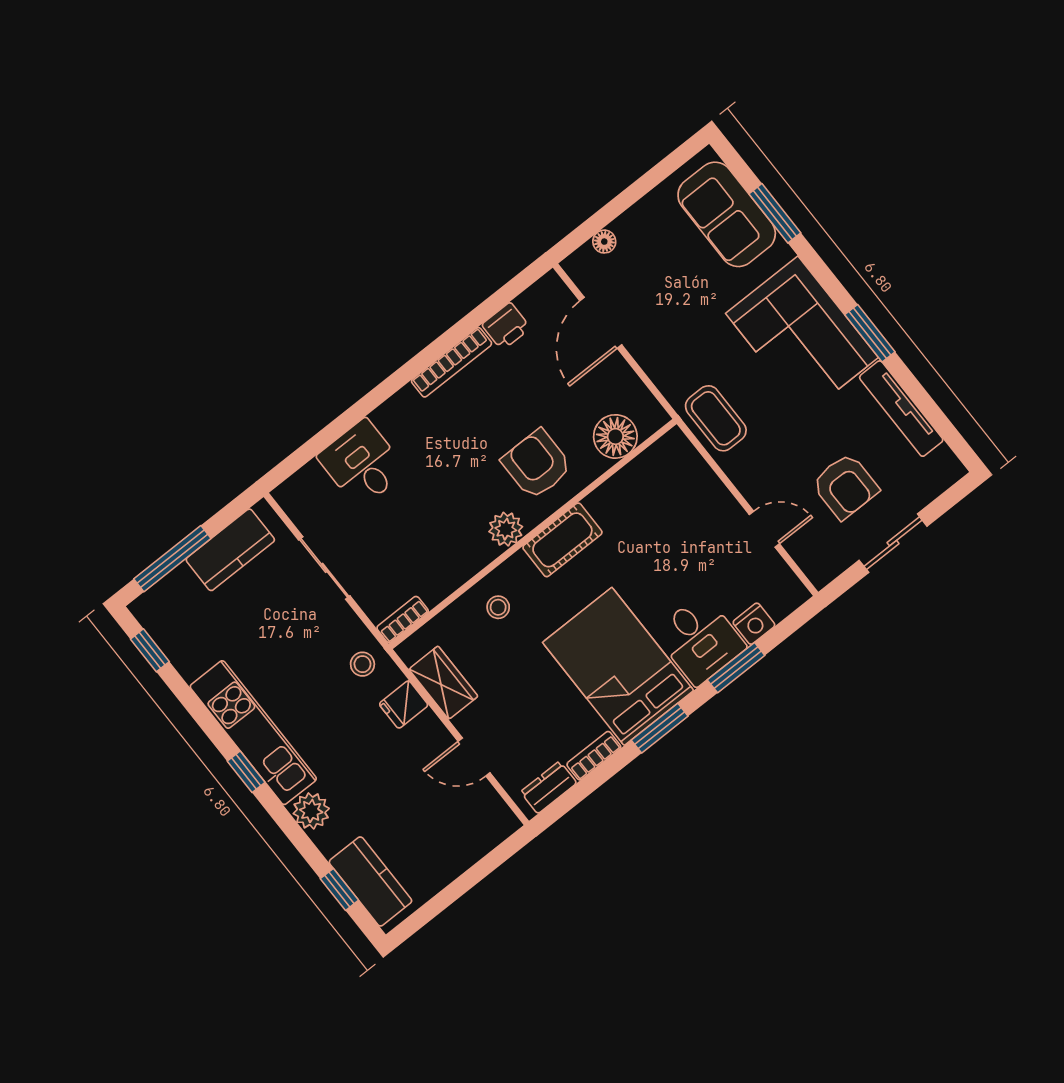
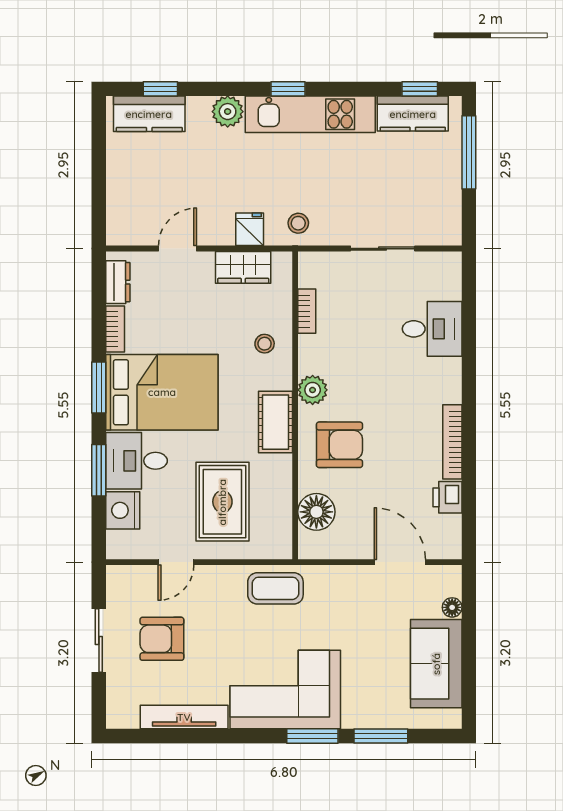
sofa: (727, 214) -> (436, 664), moved, turned -90
window: (870, 333) -> (312, 736), moved
rug: (675, 531) -> (222, 502), added
kitchen counter: (230, 550) -> (413, 114), moved, turned -90
bookcase: (403, 619) -> (307, 311), moved
nightstand: (754, 624) -> (123, 510), width x1.36, depth x1.33

